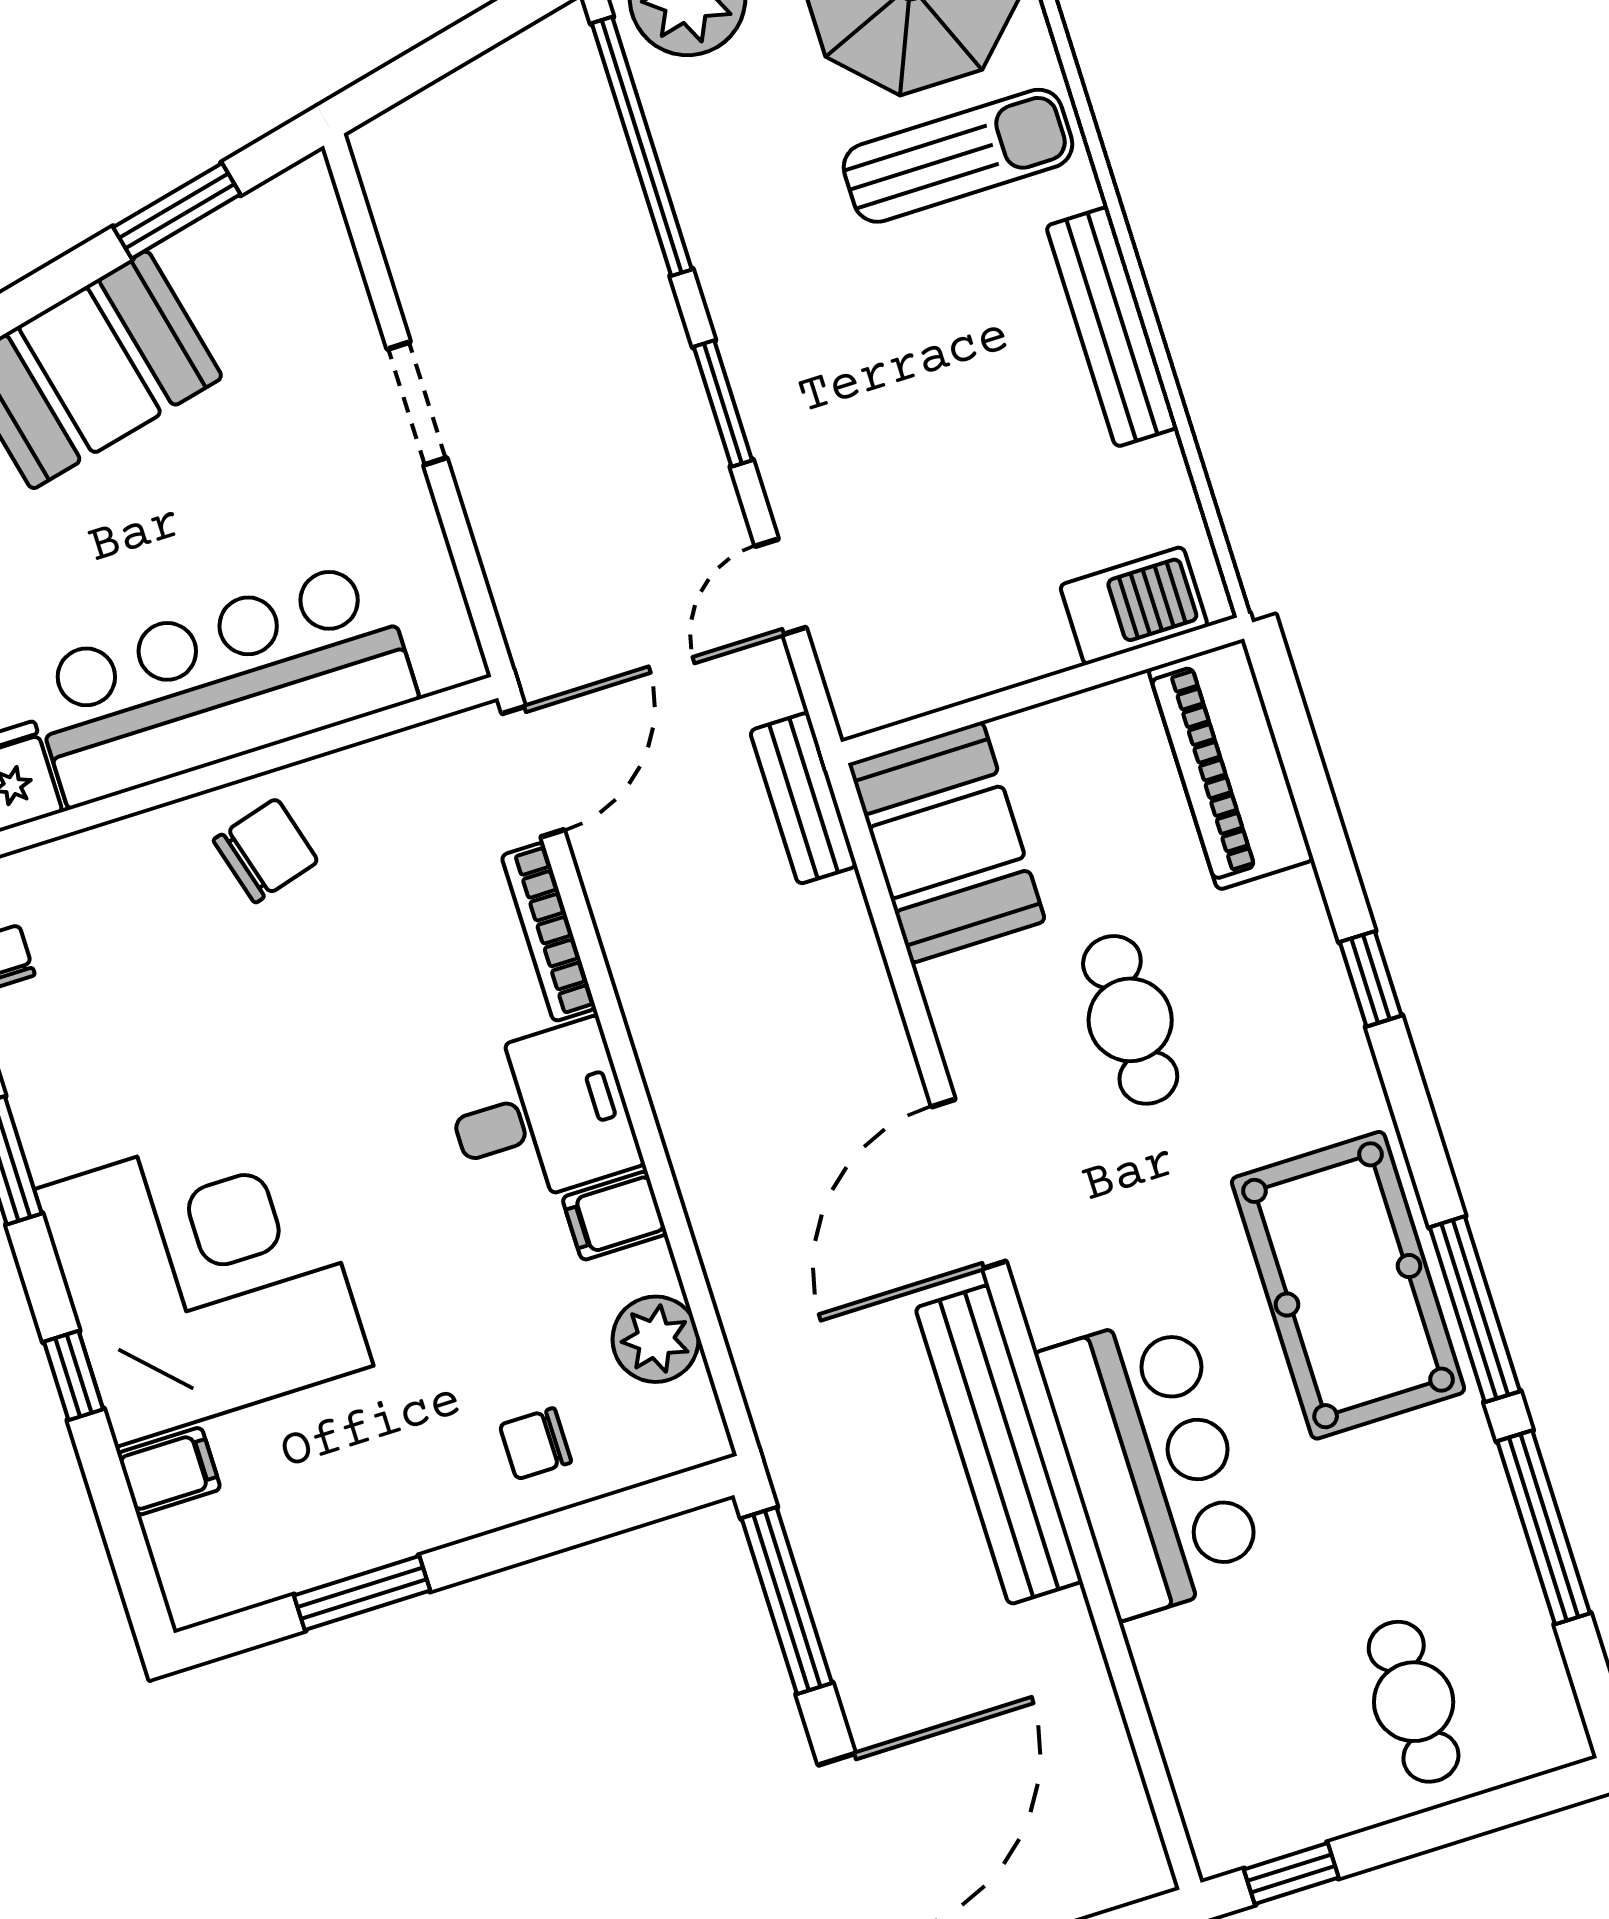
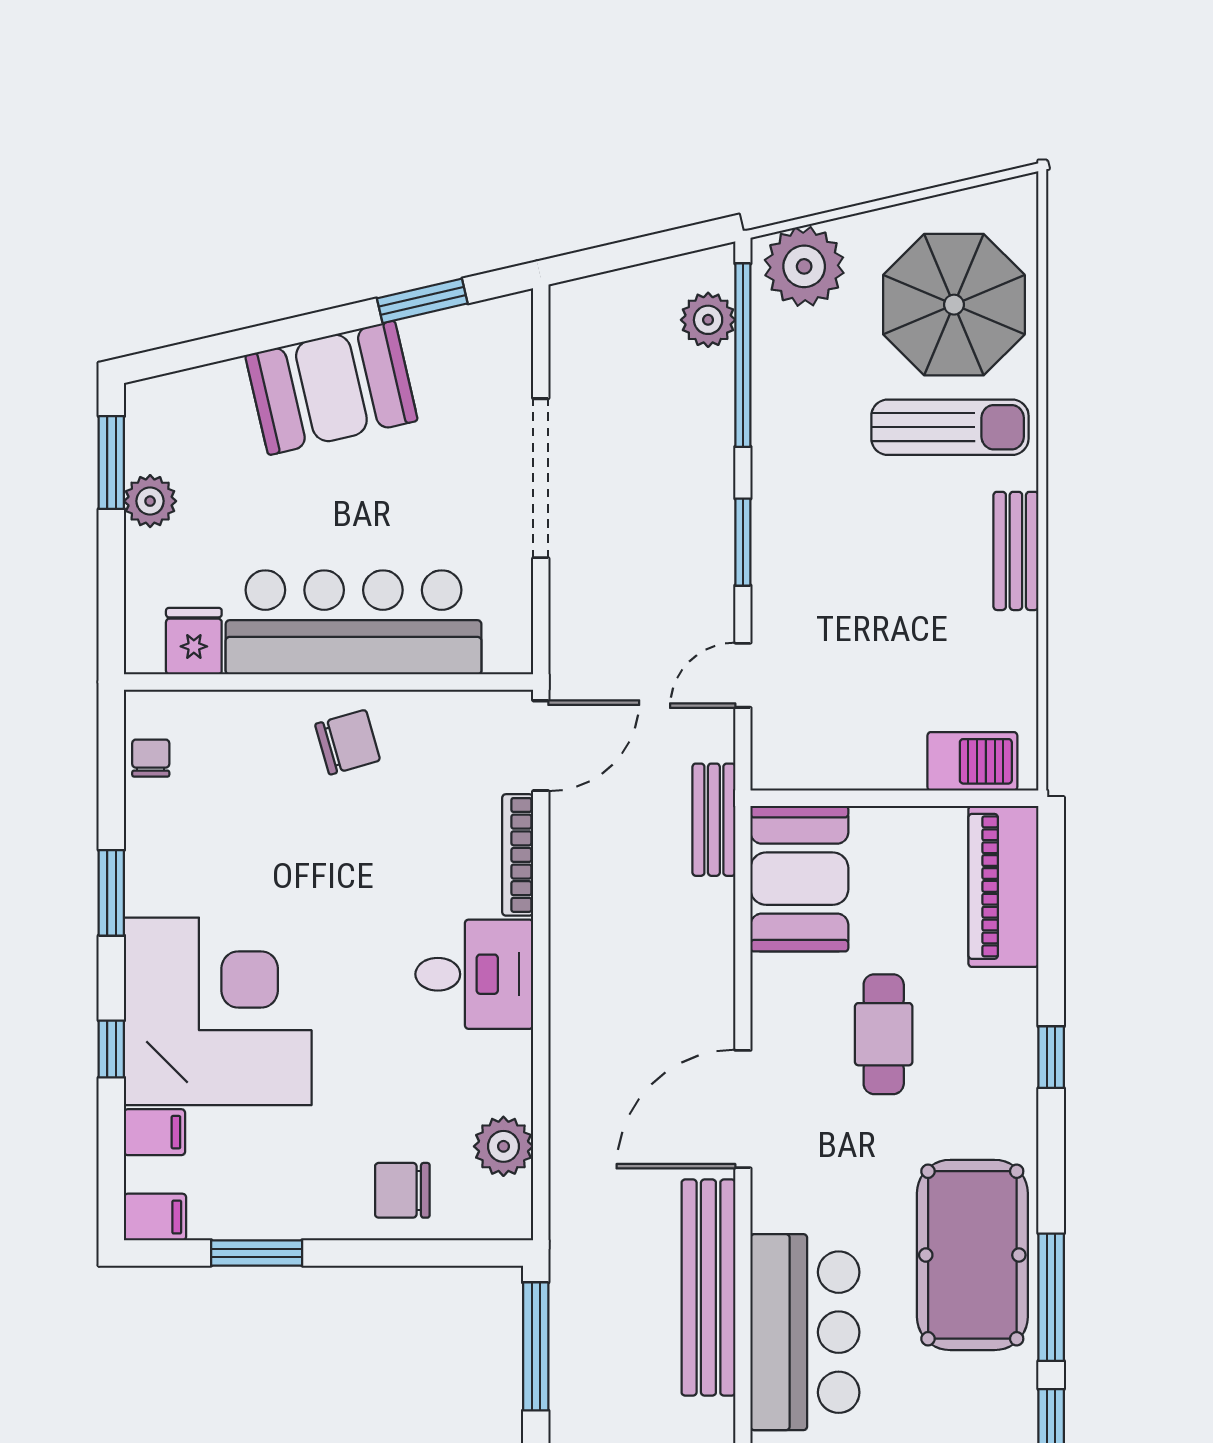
plant: (578, 113) -> (708, 320), added
bench: (1112, 327) -> (1016, 551), width x0.73
doorway: (417, 403) -> (541, 478), width x1.87
filing cabinet: (615, 1216) -> (155, 1217), moved, turned 180
chair: (535, 1444) -> (402, 1190), width x1.37, depth x1.37

